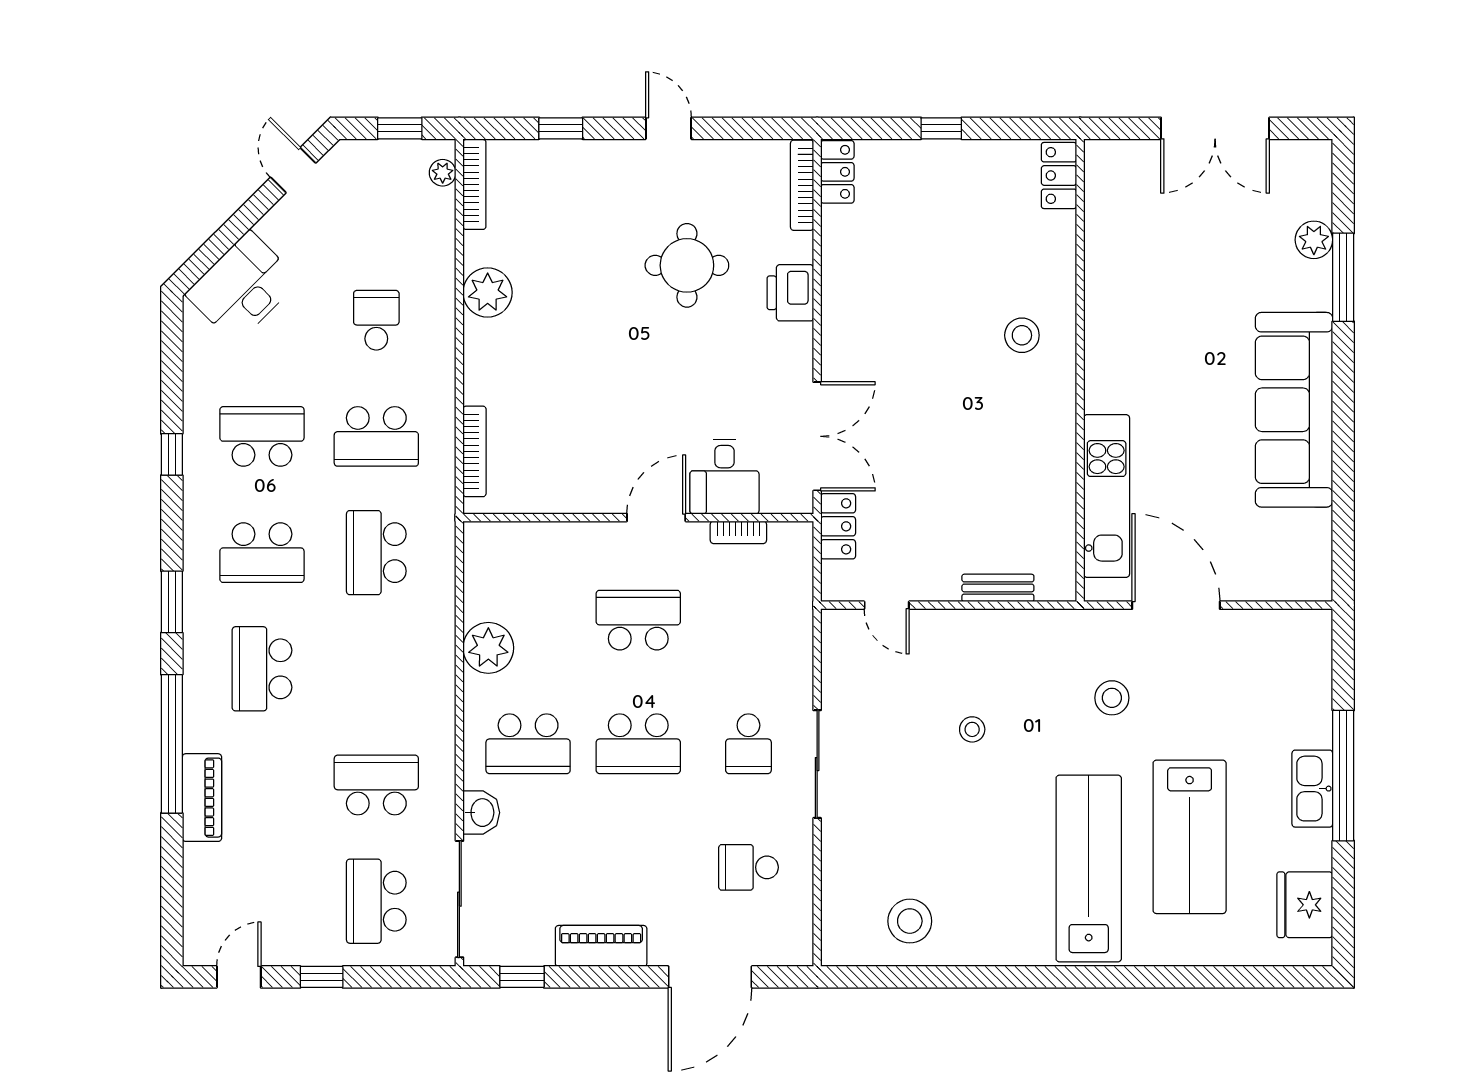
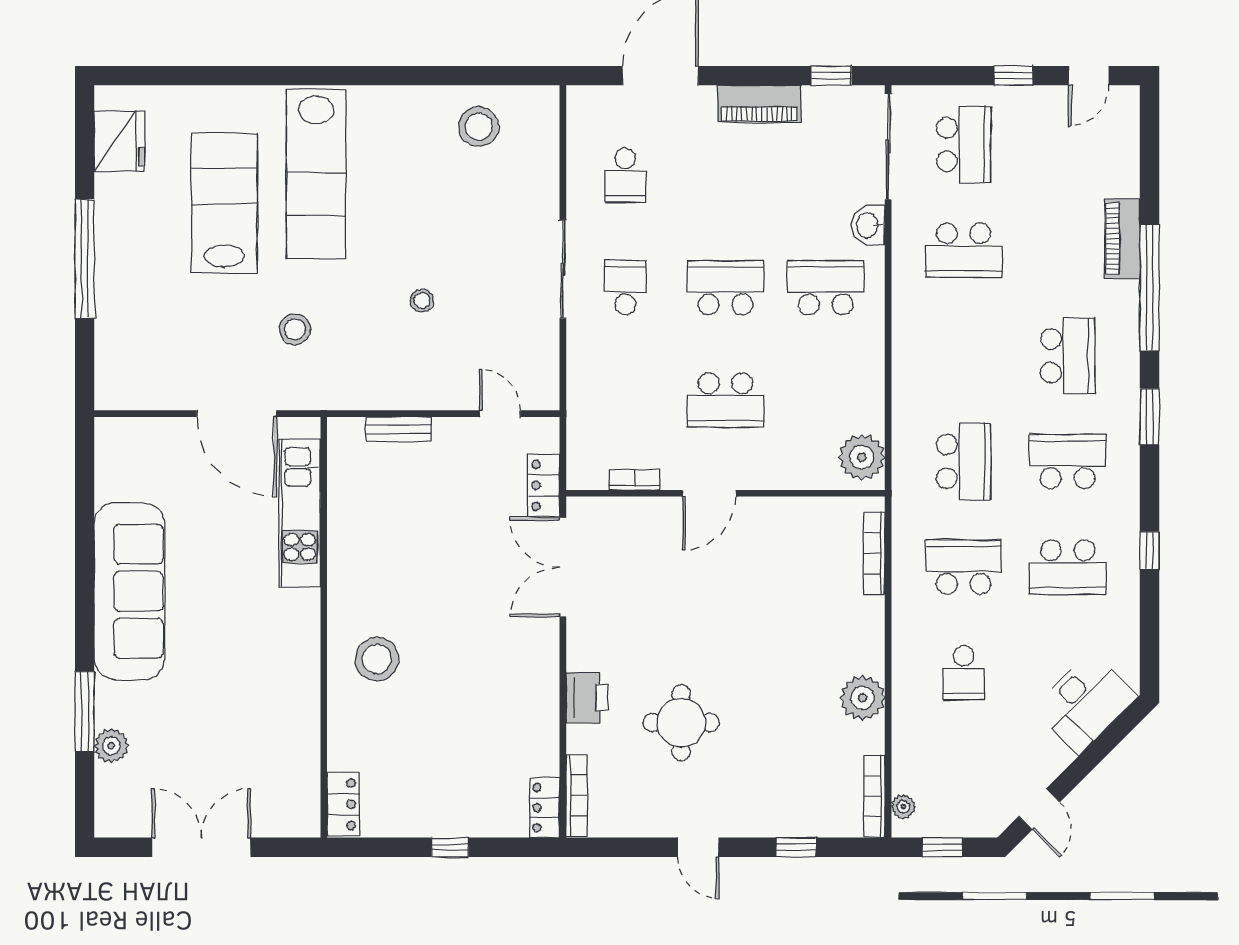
stool: (1022, 335) -> (377, 659), width x1.38, depth x1.38
desk: (724, 477) -> (647, 530), removed
plant: (488, 648) -> (862, 457), moved
kitchen sink: (1312, 789) -> (113, 247), removed
school desk: (748, 867) -> (625, 175), turned 90

